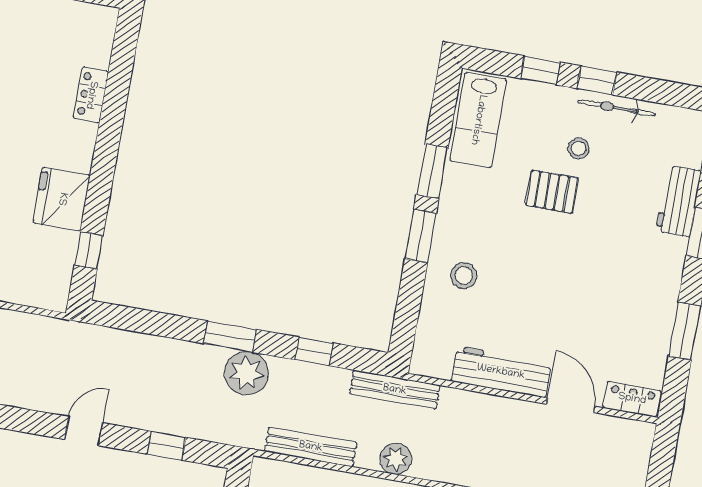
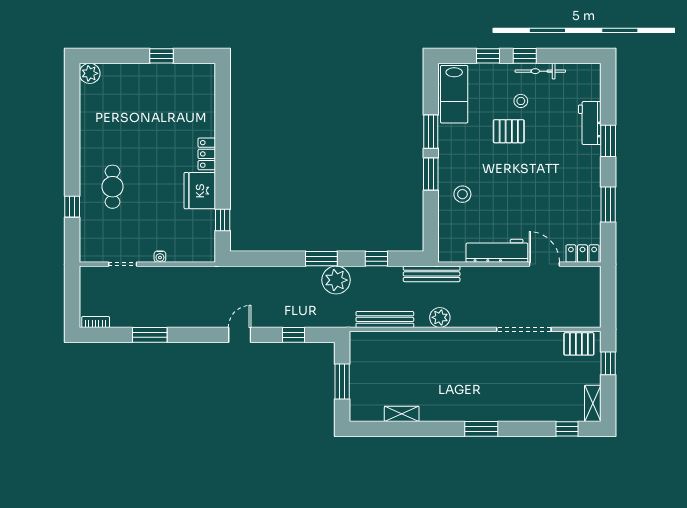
locker: (91, 95) -> (207, 154), moved

